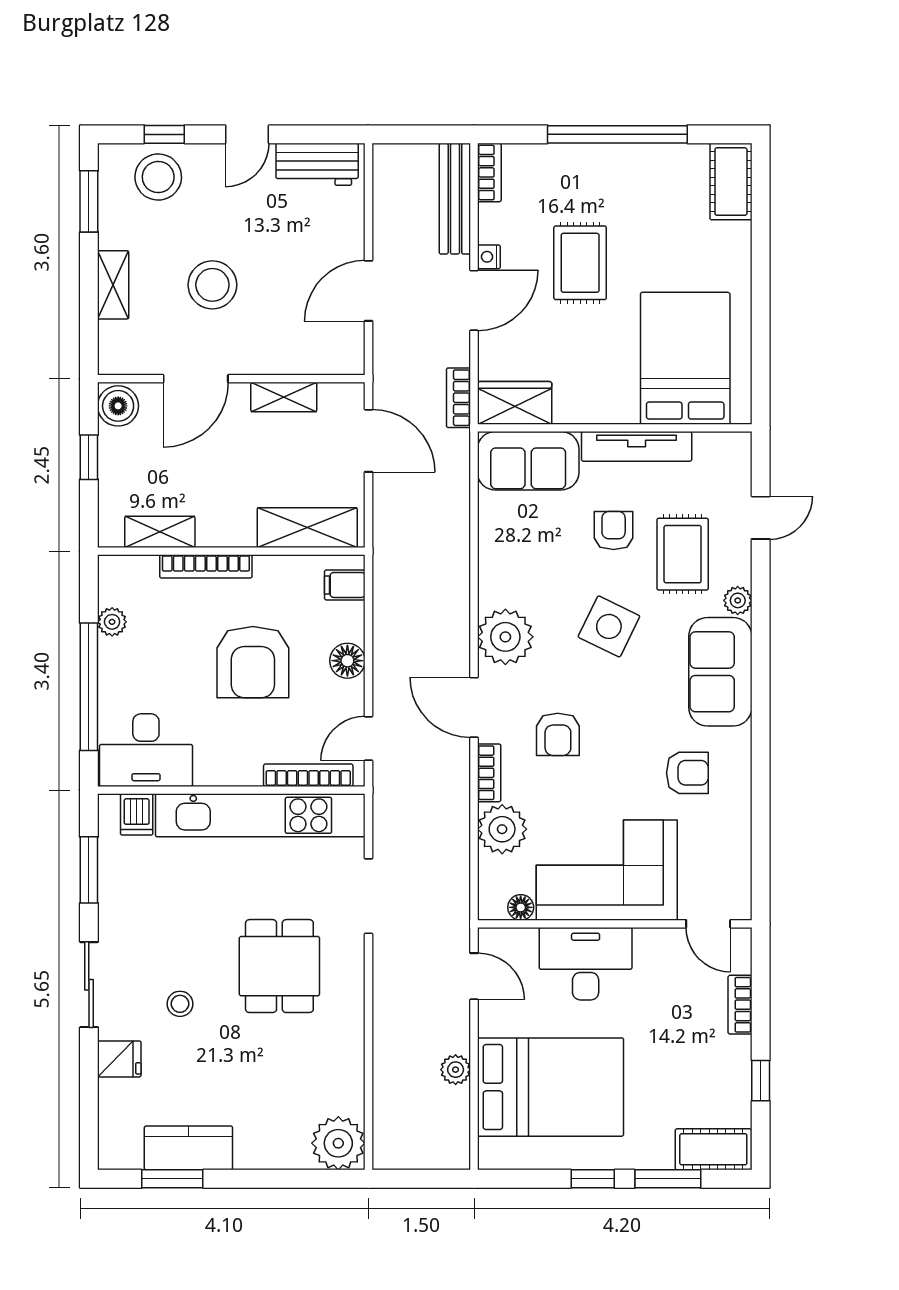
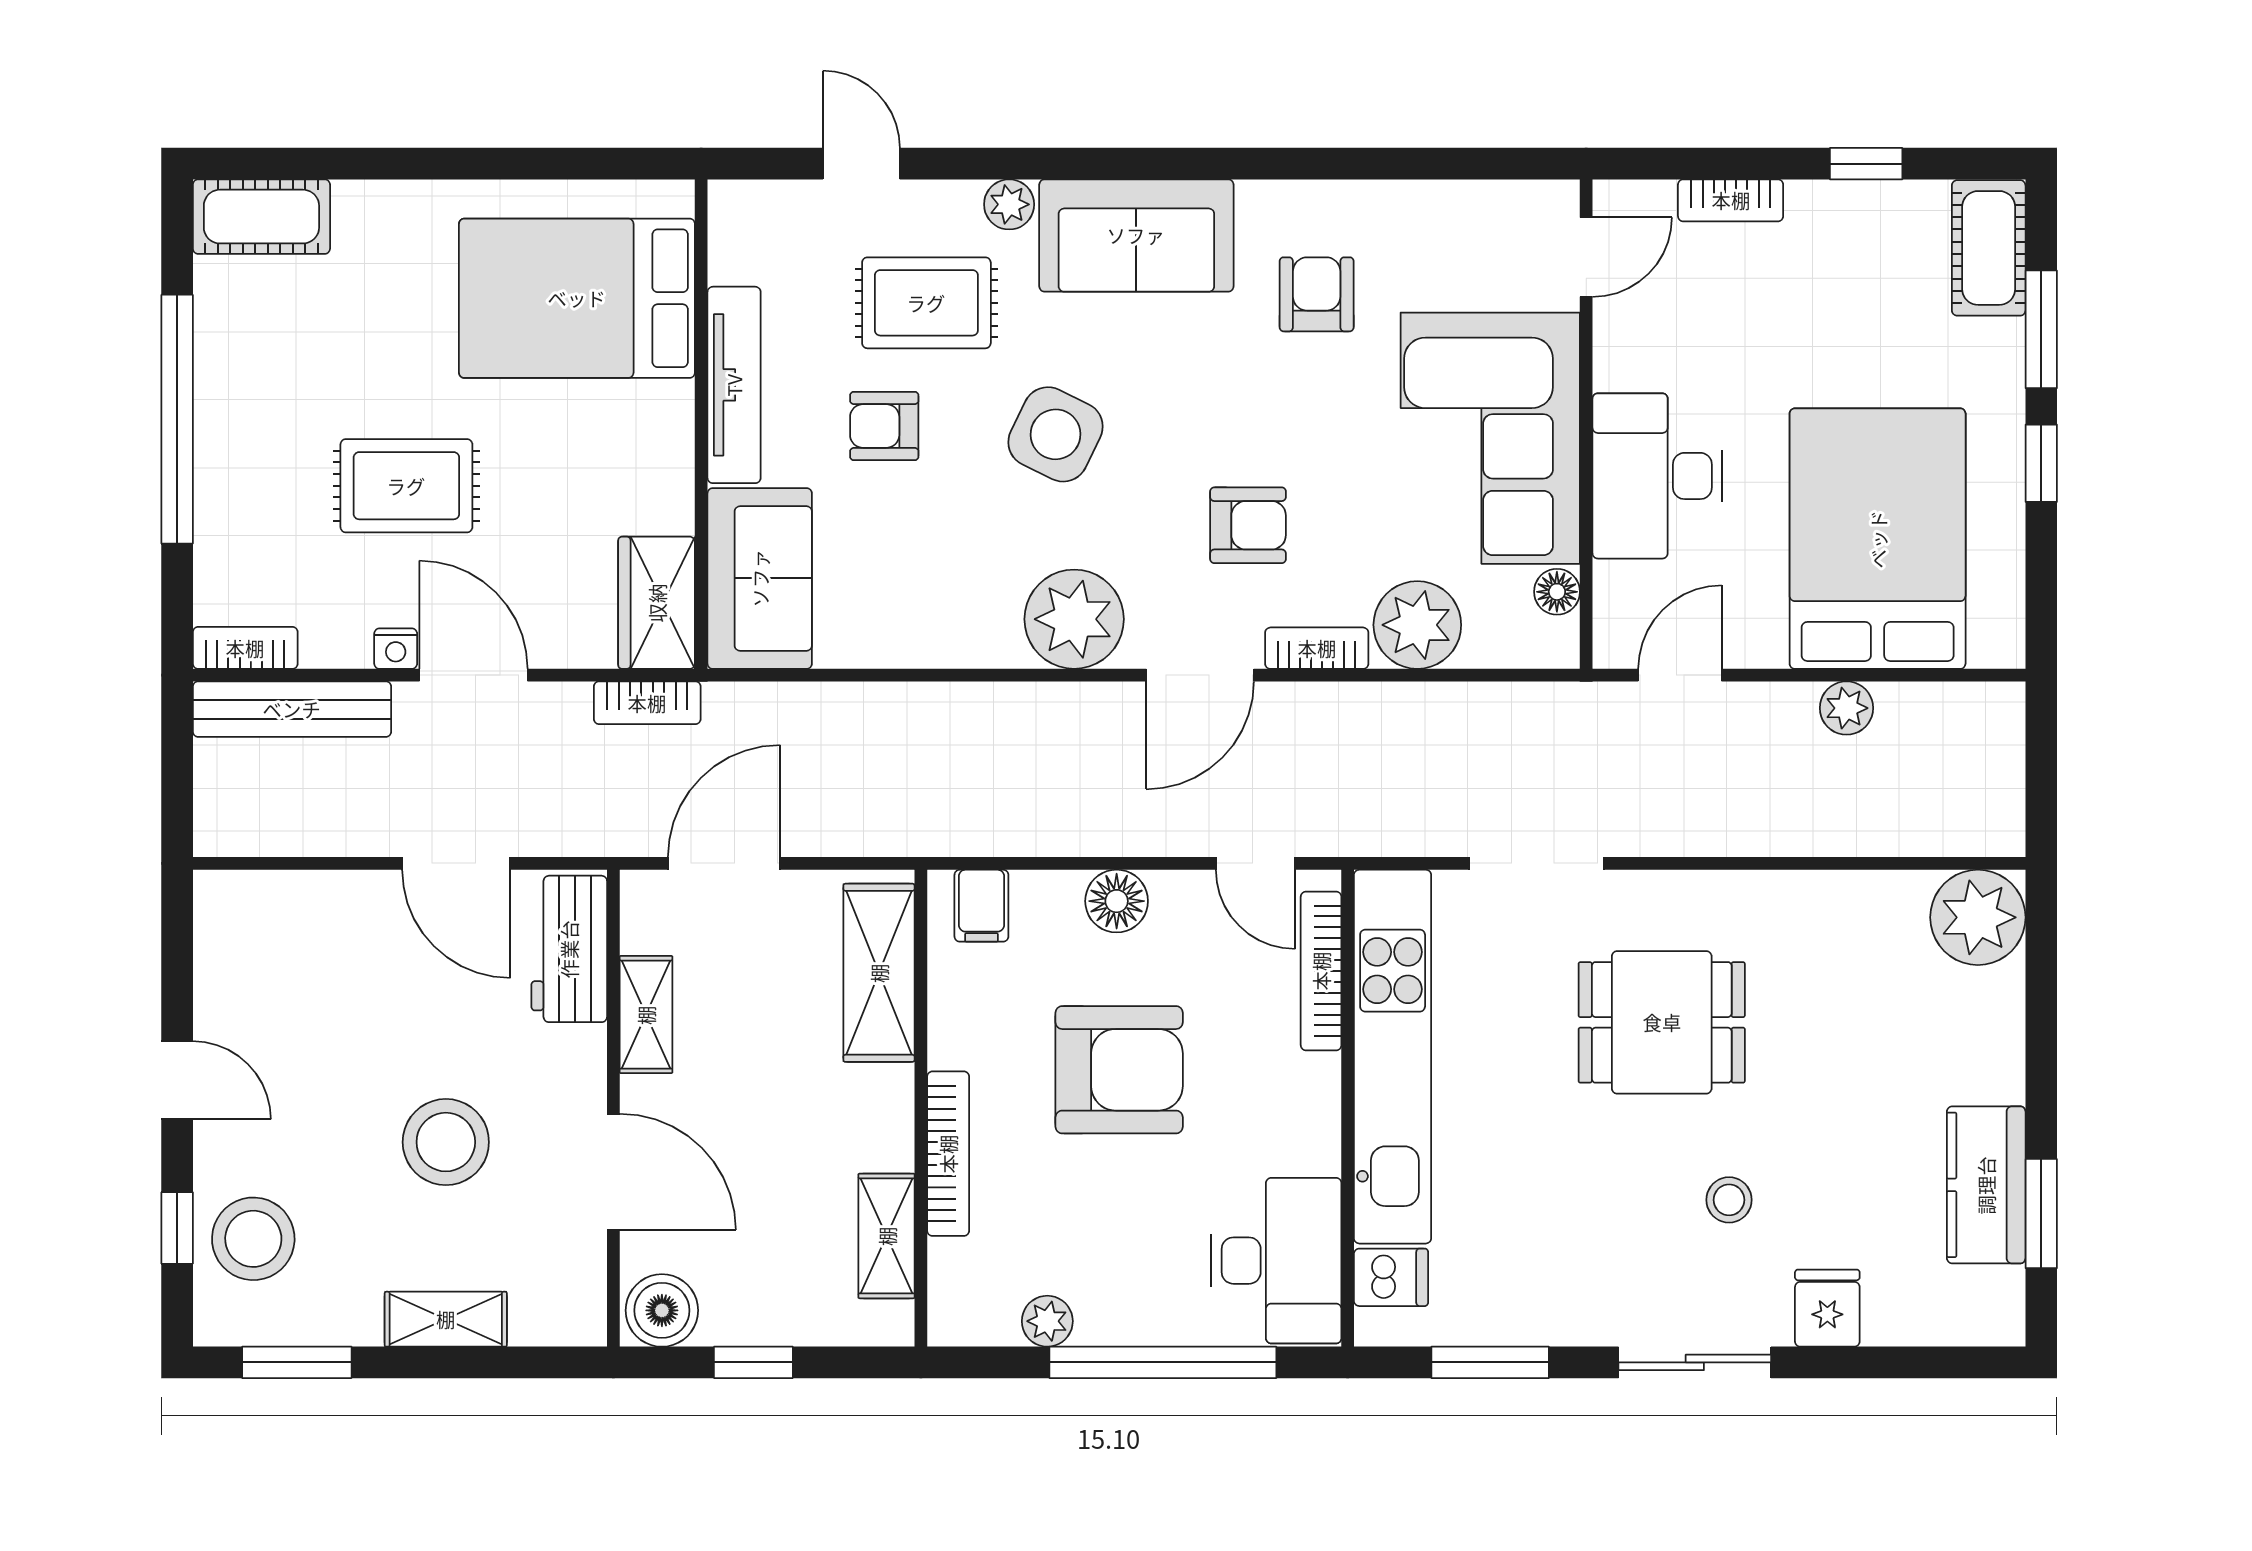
workbench: (317, 164) -> (569, 949), moved, turned 180

